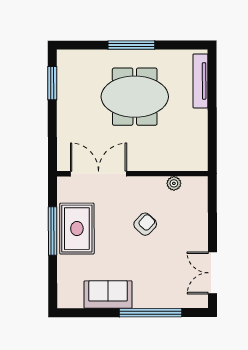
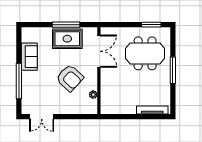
meeting table: (135, 97) -> (145, 53), moved, turned 90
armchair: (145, 224) -> (70, 78), width x1.88, depth x1.88
double door: (212, 273) -> (42, 117), swing flipped

